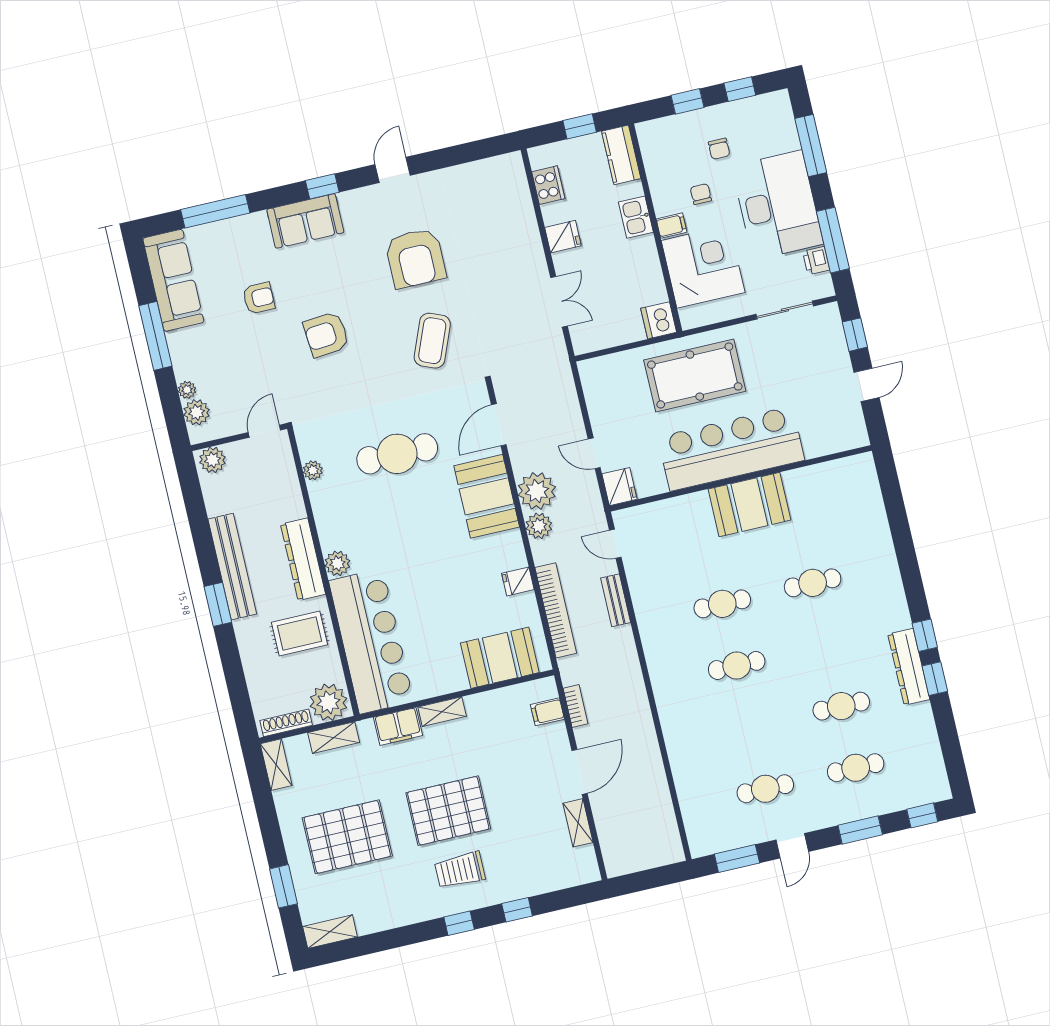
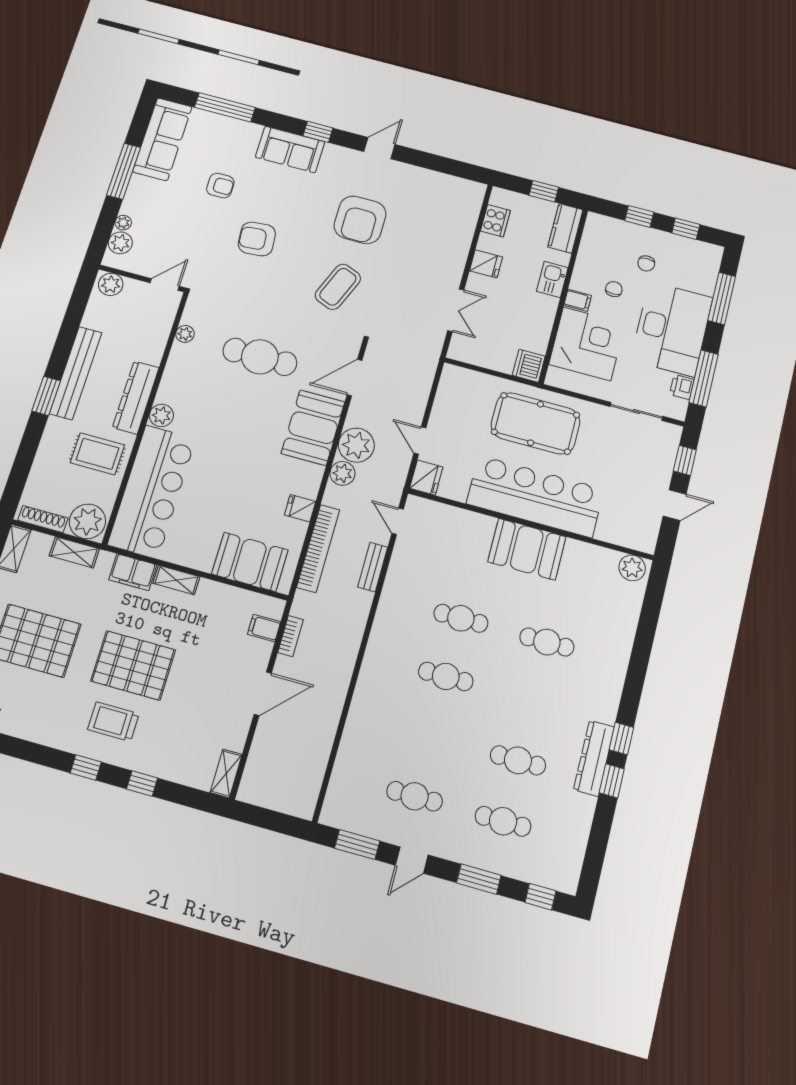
plant: (856, 469) -> (632, 568), added
shelving: (578, 823) -> (226, 773), moved

